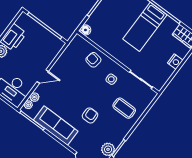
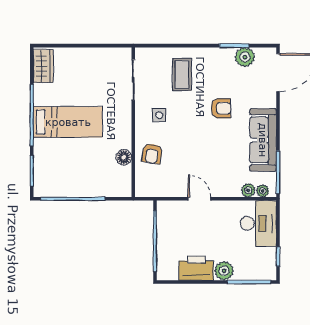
floor lamp: (85, 30) -> (124, 157), moved
nightstand: (175, 62) -> (82, 55), removed
door: (43, 76) -> (199, 199), moved
armchair: (90, 115) -> (221, 108), turned 180

